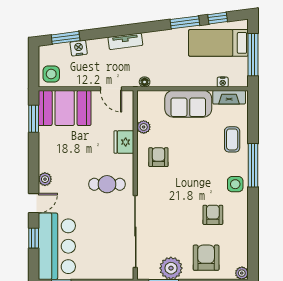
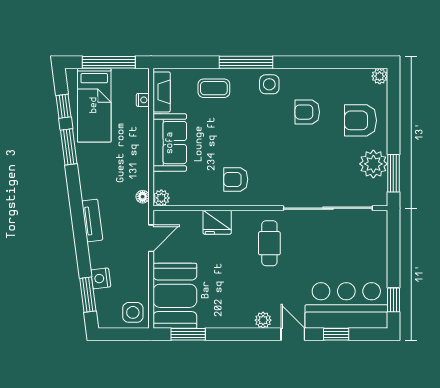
plant: (144, 127) -> (161, 198), moved

